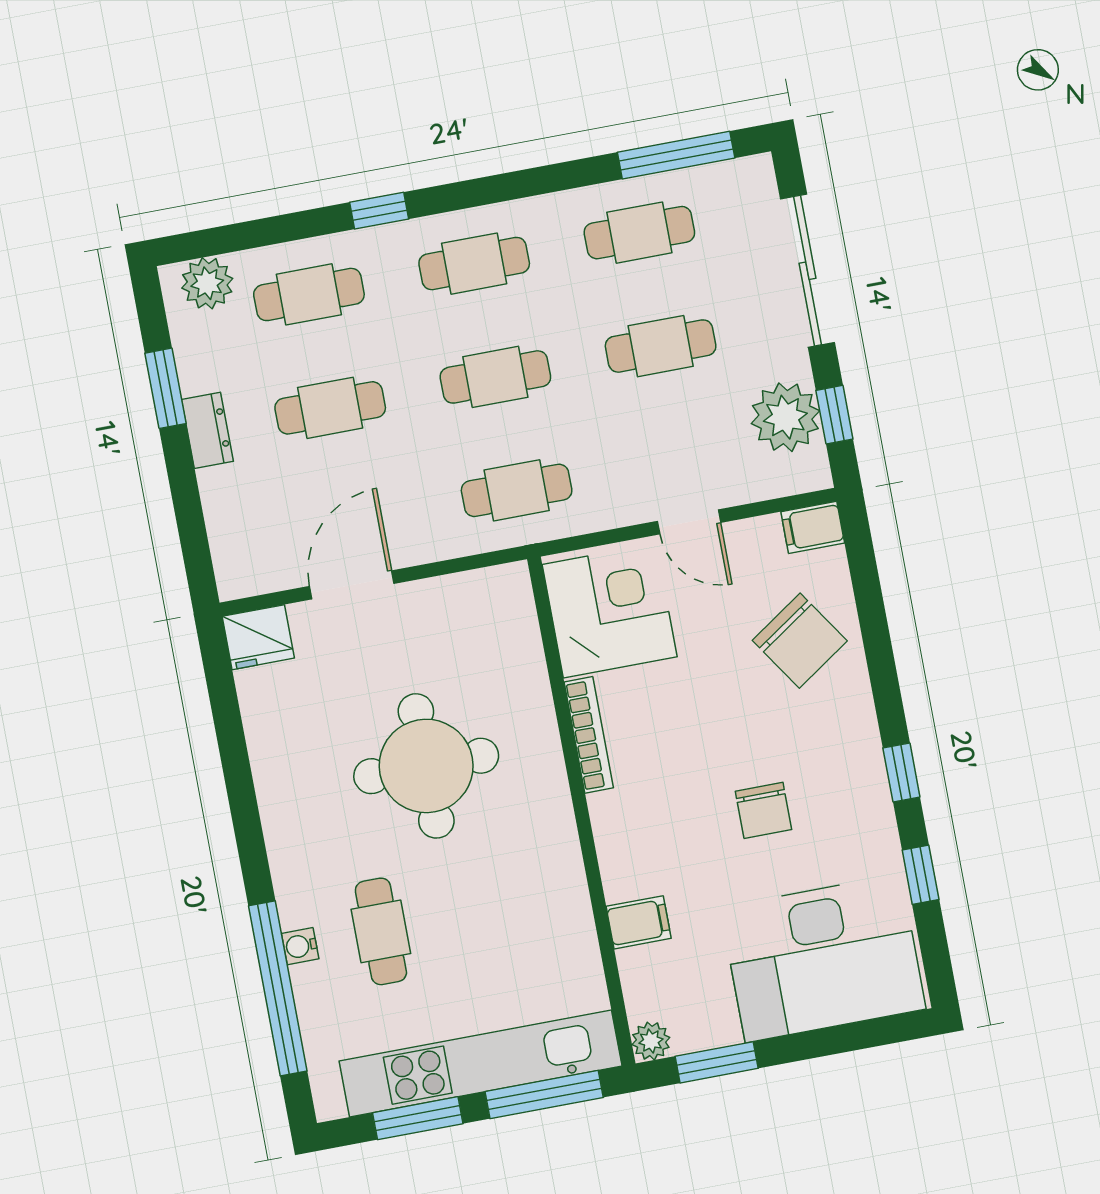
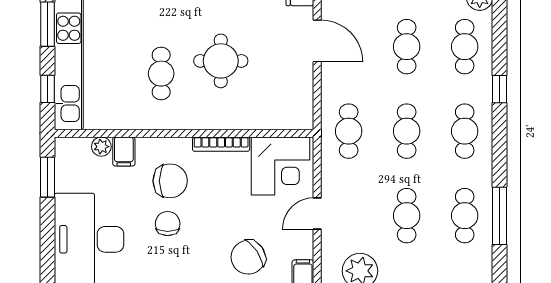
window: (676, 155) -> (500, 216), moved
round table: (426, 766) -> (221, 61), width x0.73, depth x0.73
chair: (763, 810) -> (168, 224), turned 90
chair: (679, 821) -> (170, 181), added
cafe table: (381, 931) -> (161, 74), moved, turned 90
plant: (651, 1041) -> (101, 147), moved
window: (544, 1095) -> (47, 89), width x0.46

